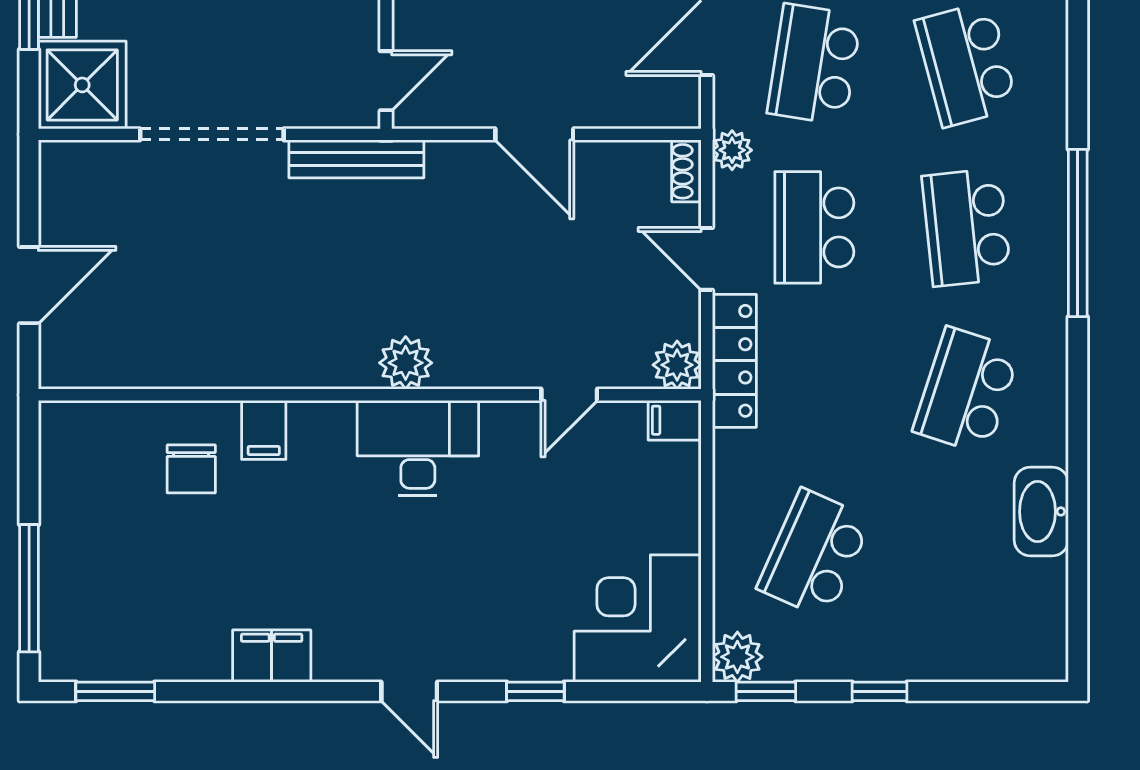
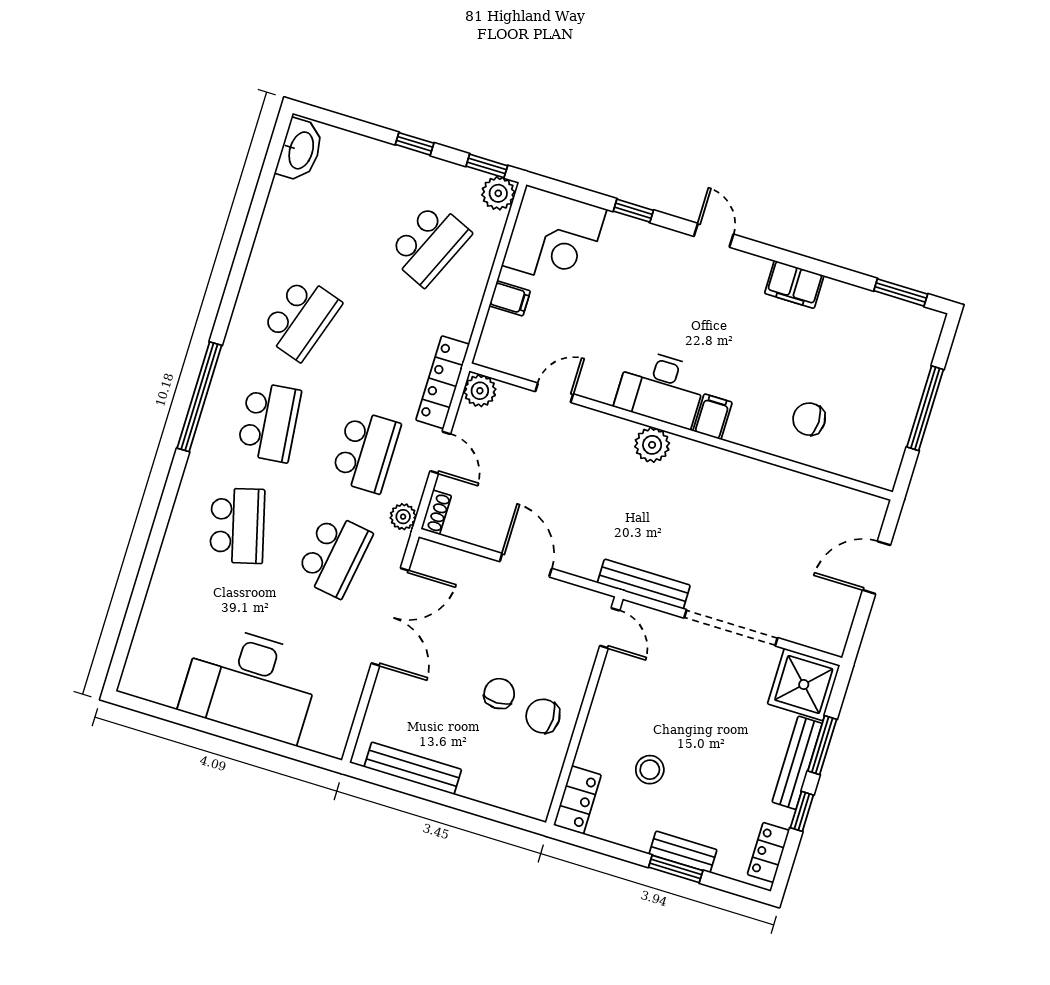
door: (386, 81) -> (610, 628), swing flipped
filing cabinet: (675, 420) -> (510, 298), moved
filing cabinet: (264, 430) -> (712, 417), moved
chair: (191, 469) -> (809, 419), turned -90
washbasin: (1041, 511) -> (300, 150), moved
window: (29, 588) -> (925, 408), moved

